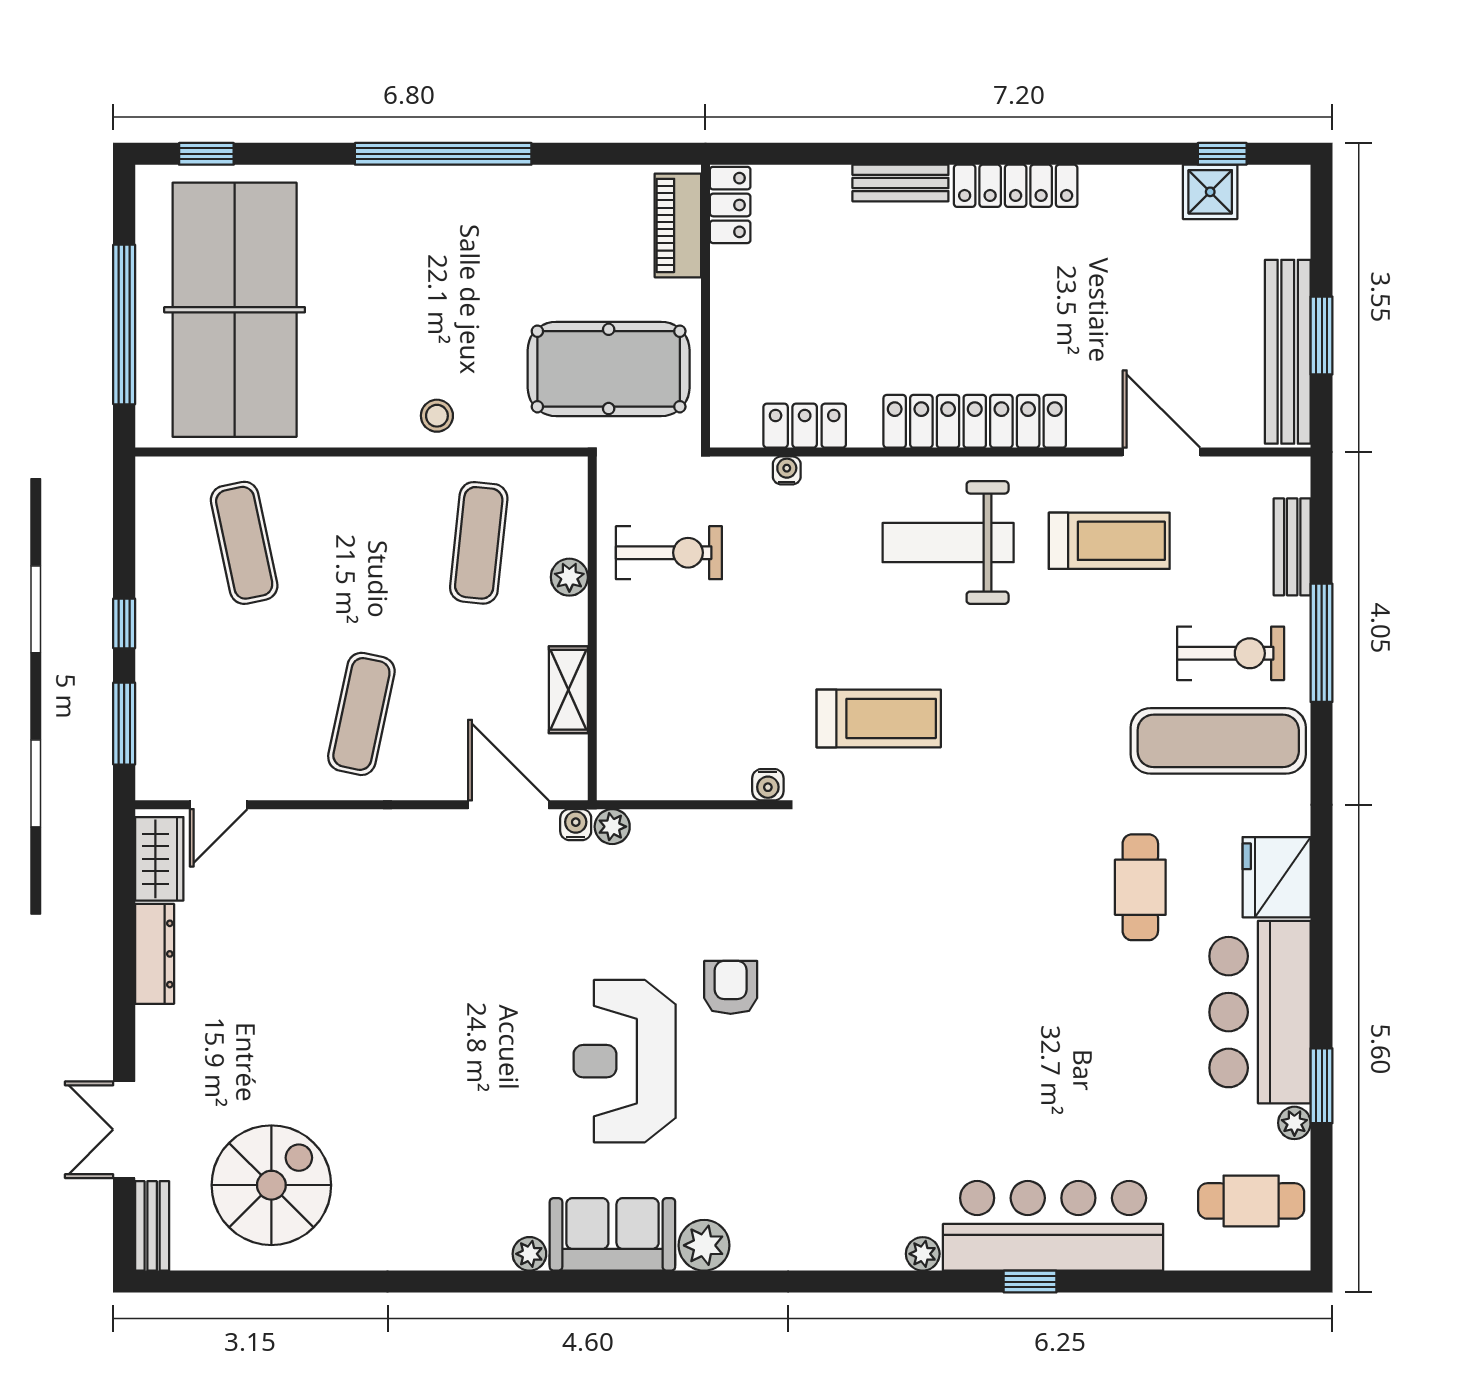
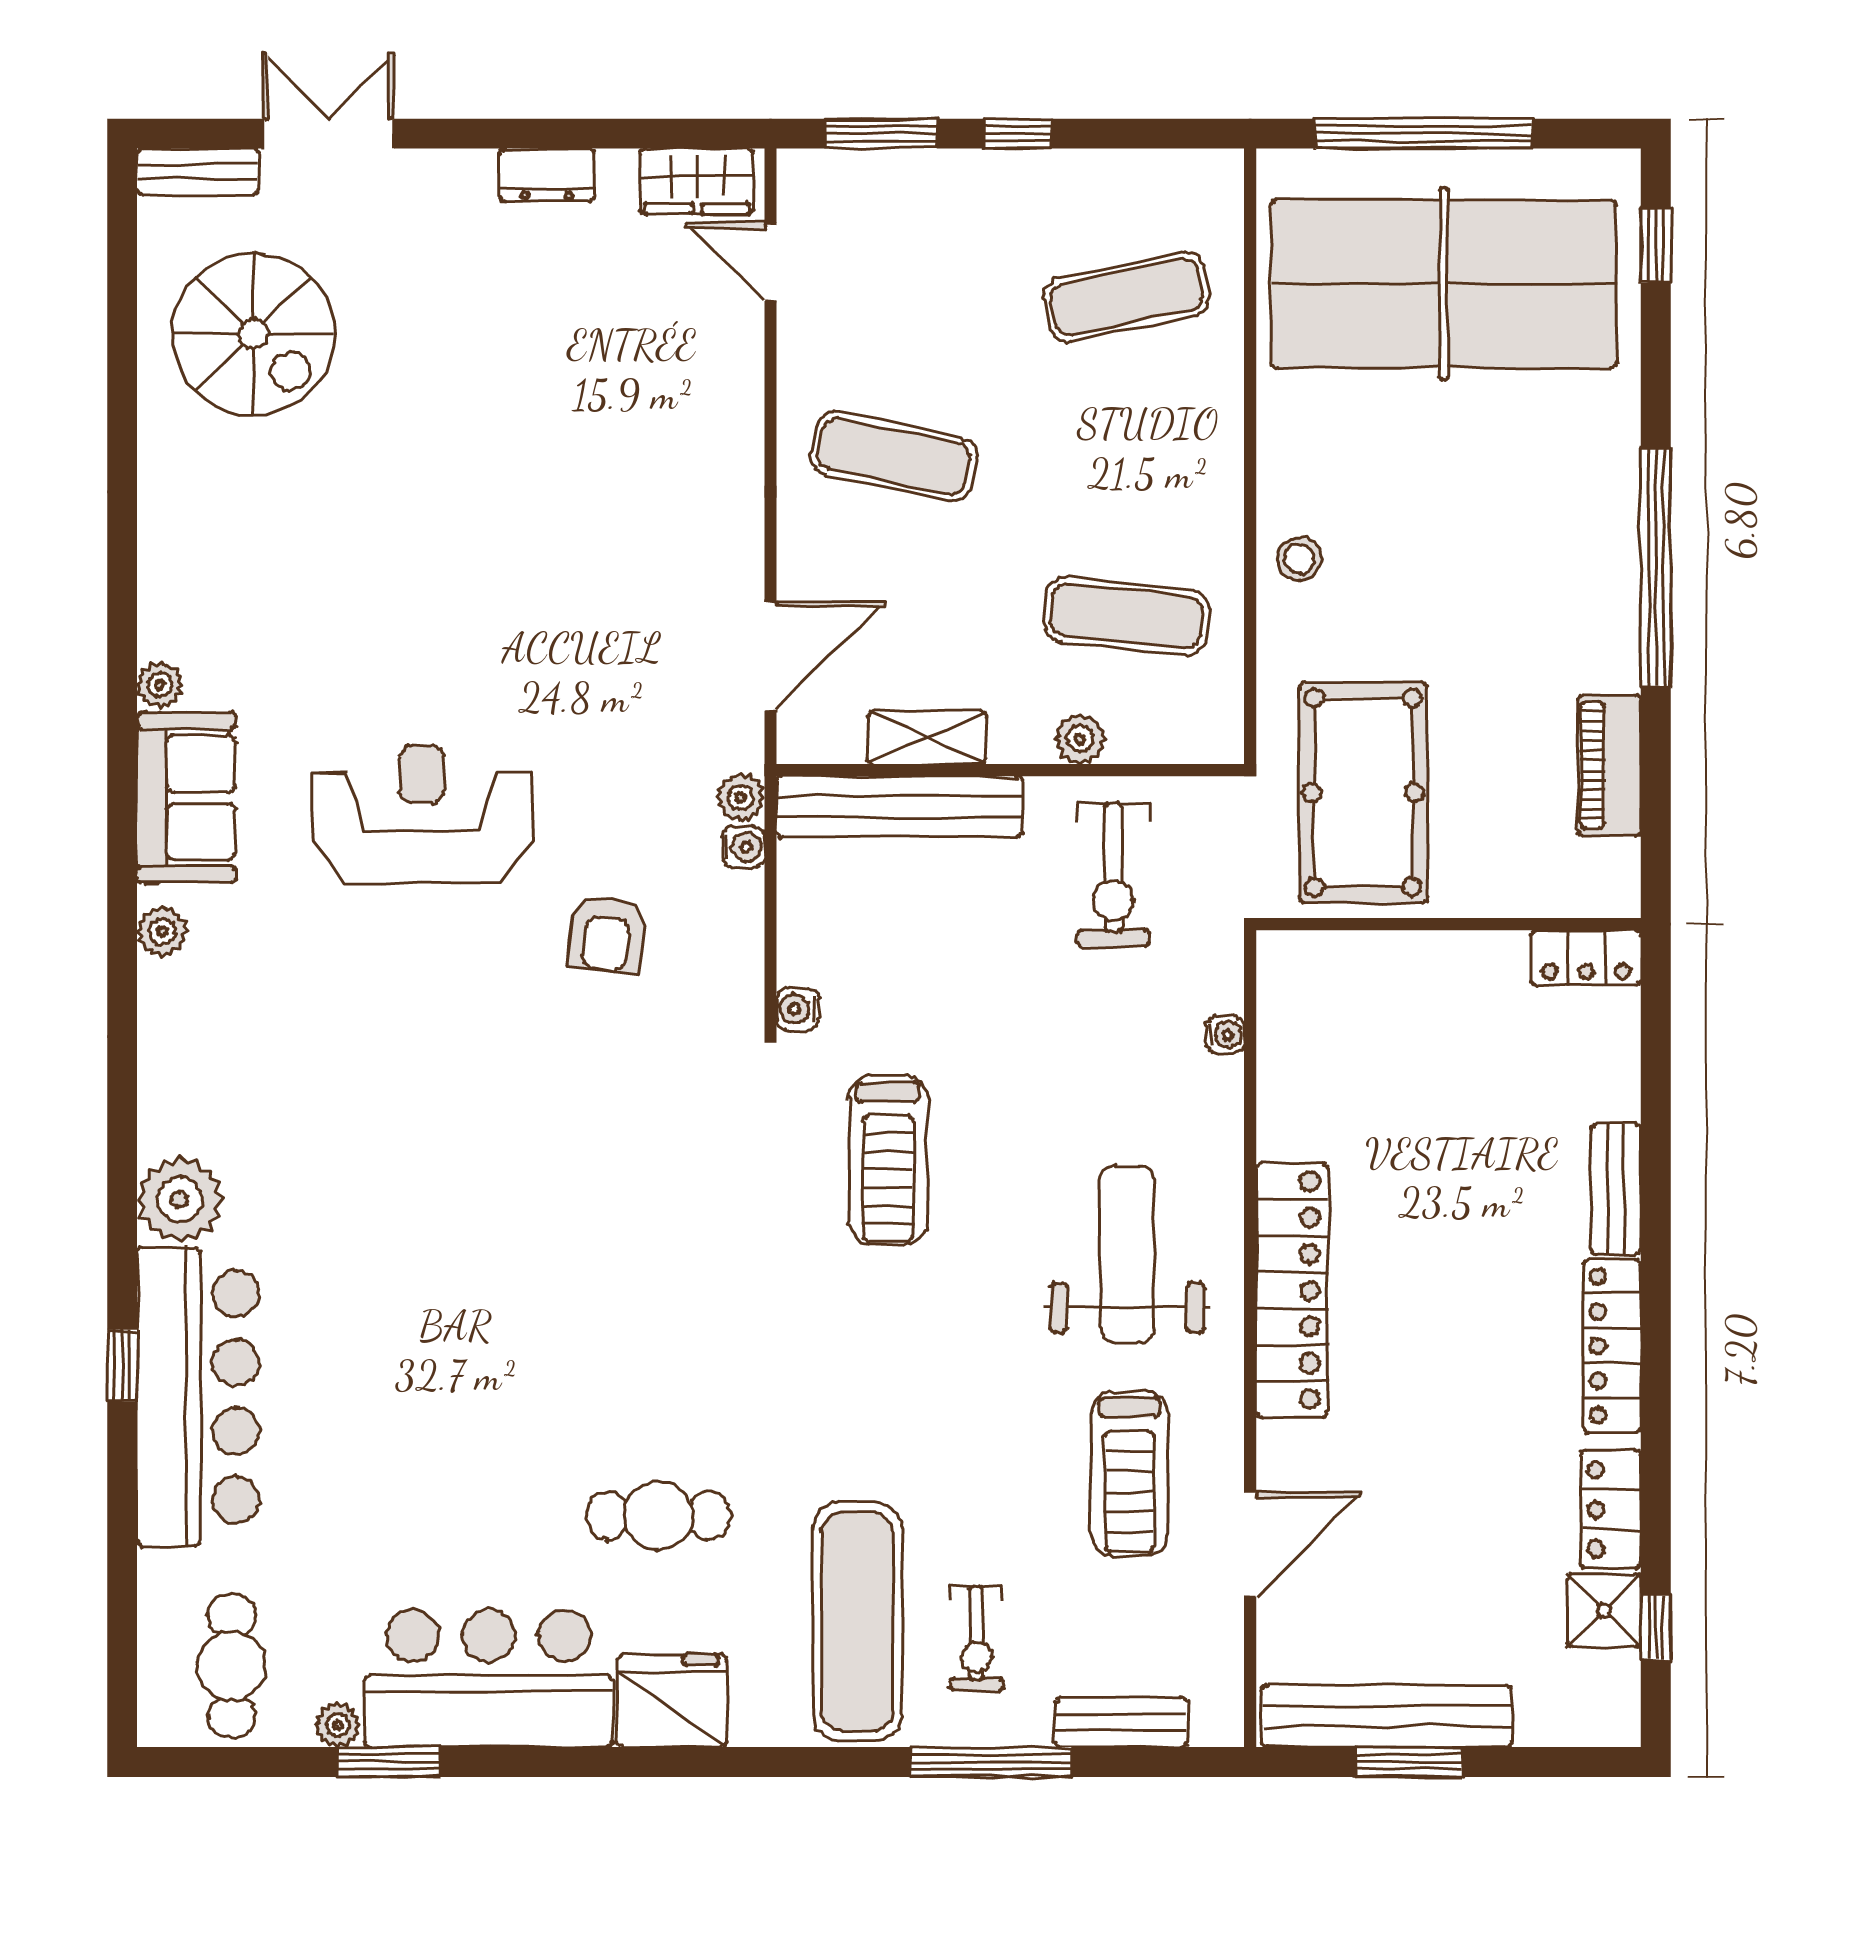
piano: (678, 225) -> (1609, 765), moved, turned -90
locker: (805, 426) -> (1611, 1509), moved, turned 180
exercise bike: (1231, 653) -> (977, 1638), width x0.73, depth x0.72
bench: (619, 710) -> (899, 807), added
water cooler: (576, 825) -> (743, 847), moved
dresser: (155, 954) -> (547, 175), width x0.70
armchair: (731, 987) -> (607, 934), moved, turned 97
plant: (704, 1245) -> (162, 932), width x0.73, depth x0.73
plant: (923, 1254) -> (180, 1200), width x1.88, depth x1.88

